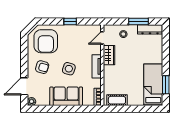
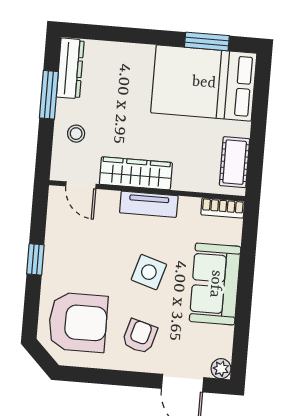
wardrobe: (109, 55) -> (136, 173), width x1.50
bed: (153, 85) -> (204, 83), width x1.50

